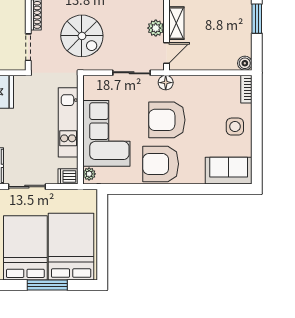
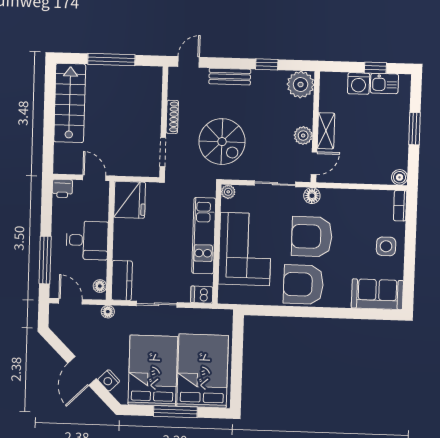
plant: (89, 174) -> (228, 192), moved

